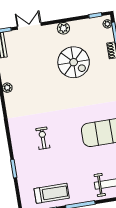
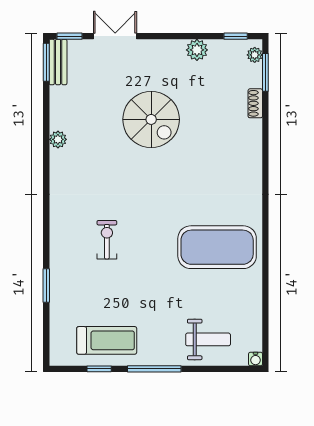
plant: (63, 28) -> (197, 50), moved
spiral stairs: (74, 62) -> (151, 119), moved

